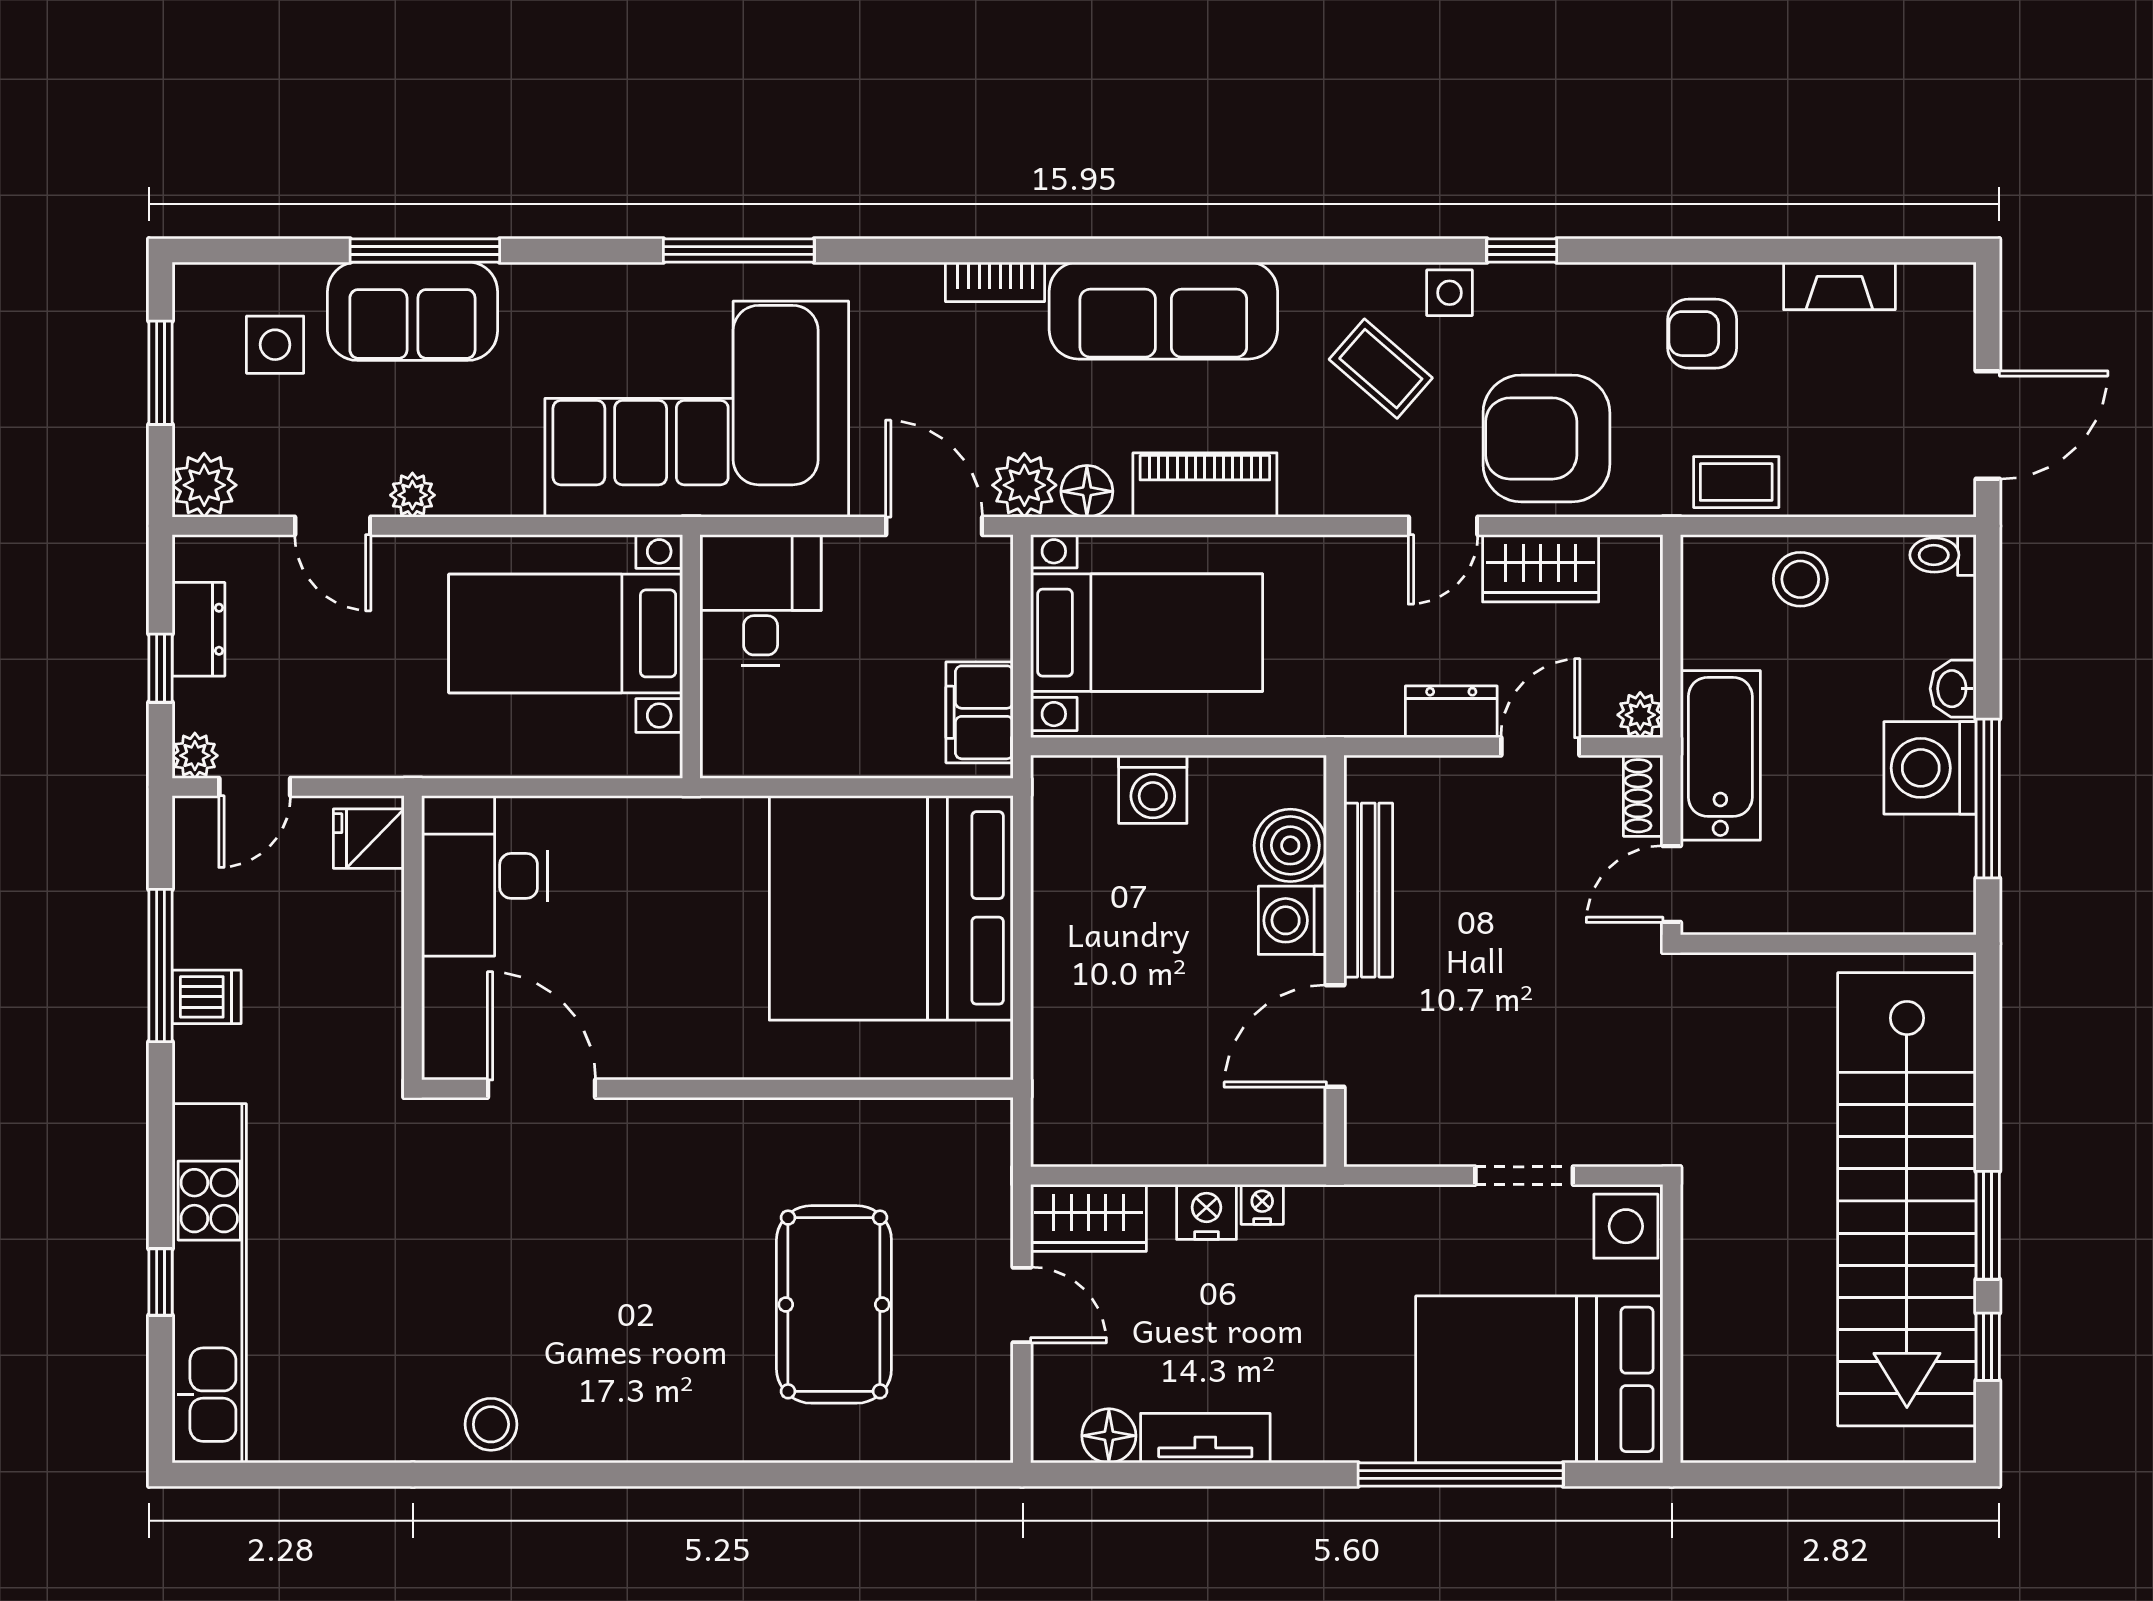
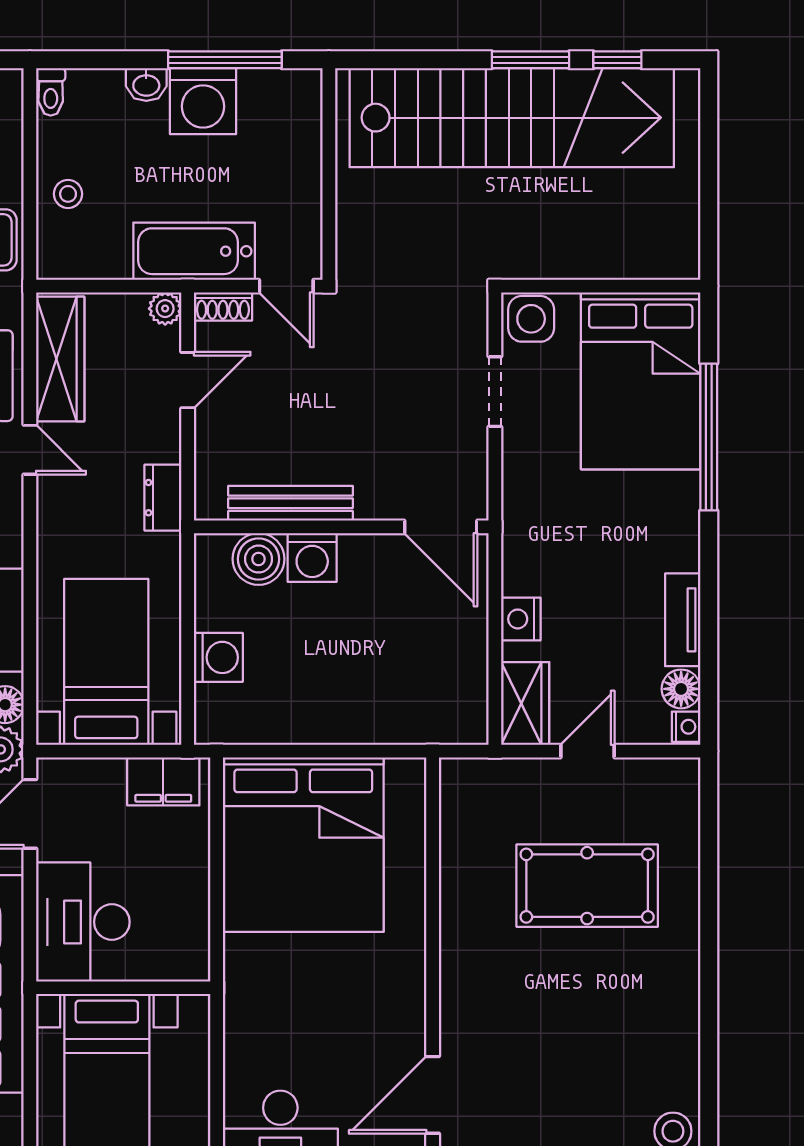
wardrobe: (1541, 568) -> (60, 359), width x1.50
stool: (1800, 579) -> (68, 194), width x0.73, depth x0.73
desk: (761, 600) -> (83, 922), width x1.37
dresser: (1451, 712) -> (163, 498), moved
door: (1540, 746) -> (188, 380), swing flipped
door: (1335, 1036) -> (441, 527), moved
nightstand: (1262, 1204) -> (686, 727), moved, turned 180

